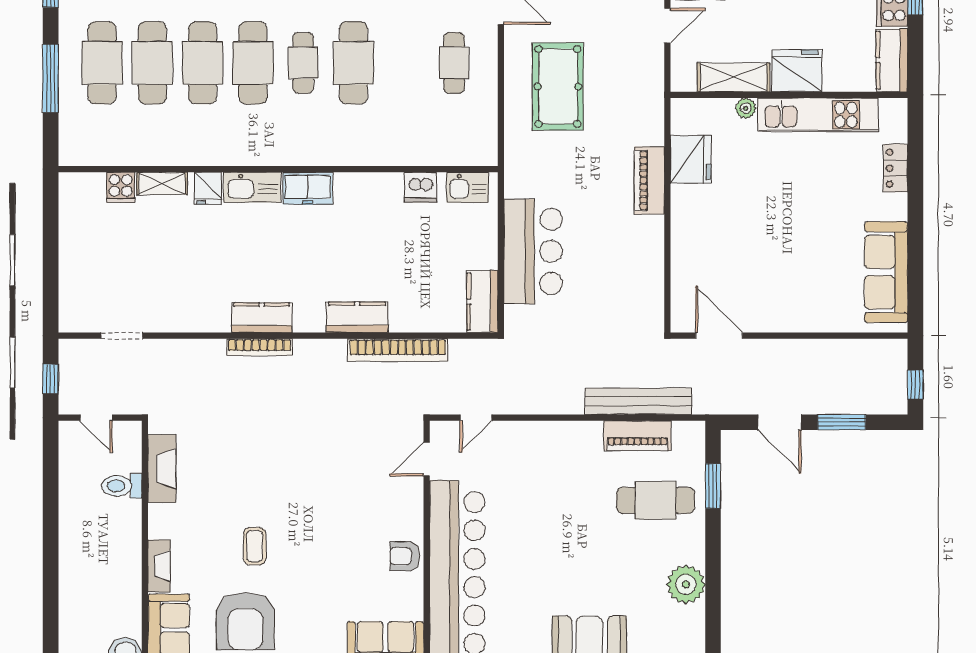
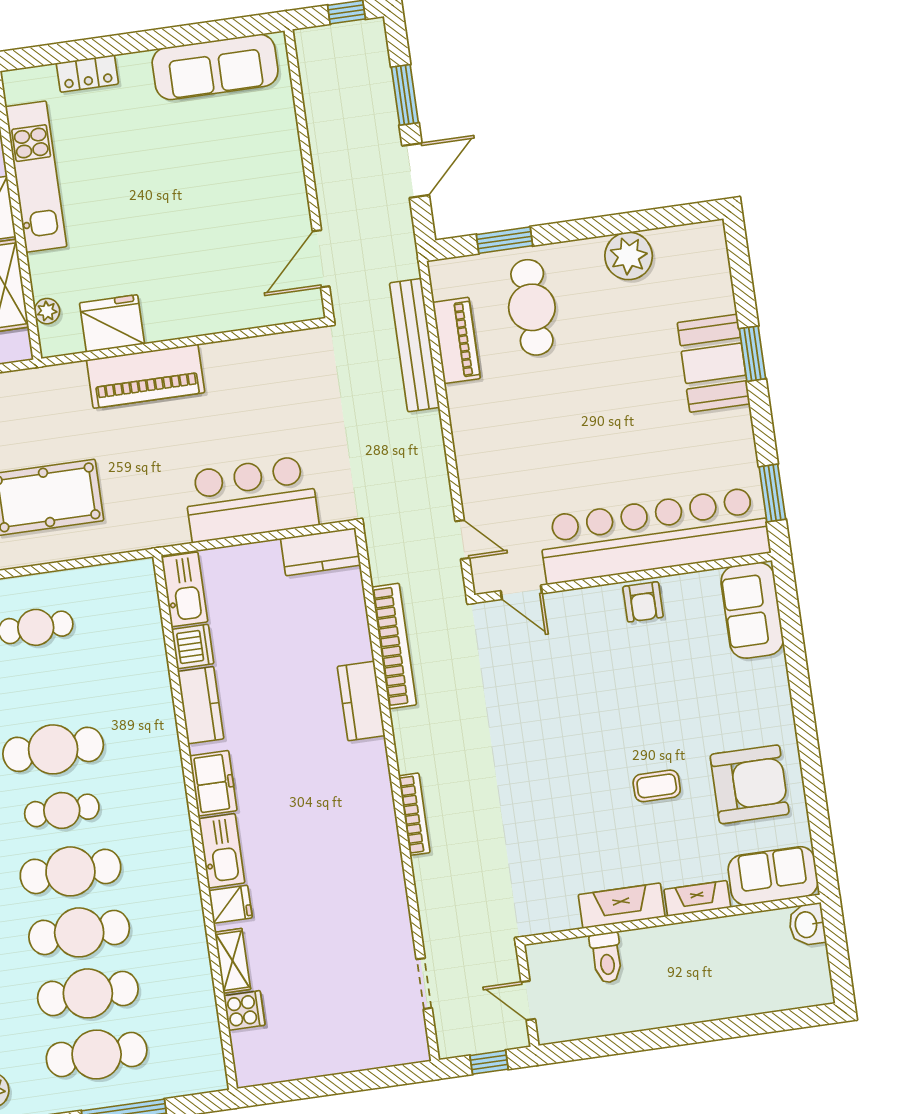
plant: (746, 108) -> (47, 311), moved
piano: (649, 180) -> (146, 376), width x1.37, depth x1.33
kitchen sink: (468, 187) -> (185, 589), width x1.38
kitchen counter: (262, 318) -> (201, 705), moved, turned 180
door: (96, 418) -> (528, 1000), swing flipped
fireplace: (162, 469) -> (622, 906), moved

